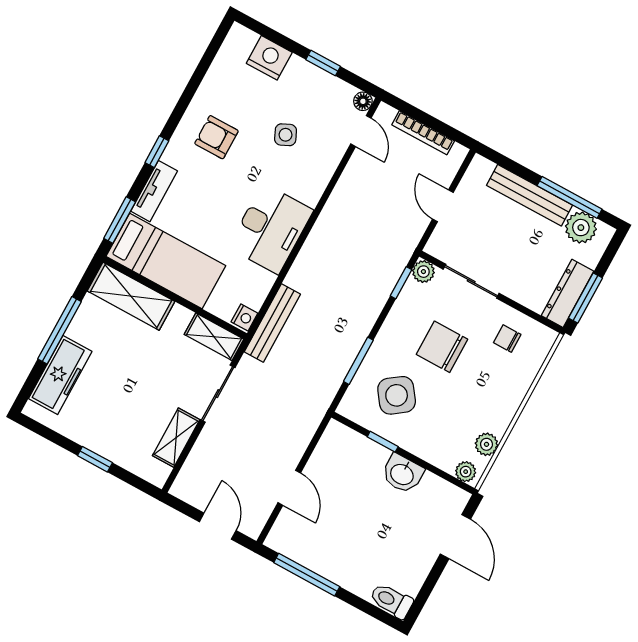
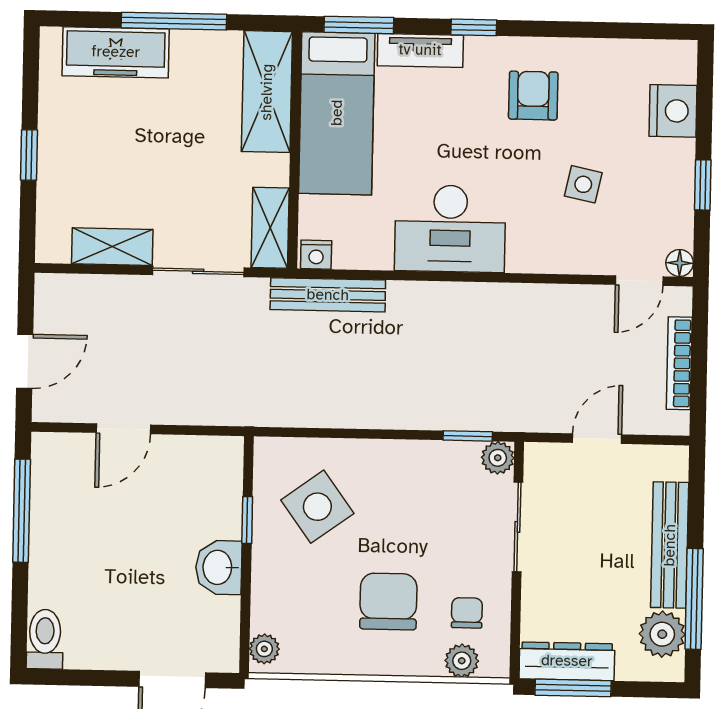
side table: (286, 135) -> (583, 184), turned 36
chair: (442, 347) -> (388, 601), moved
window: (358, 361) -> (337, 433), removed
plant: (486, 444) -> (462, 661), moved

